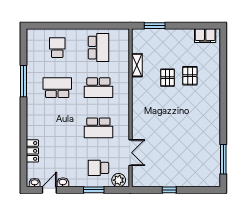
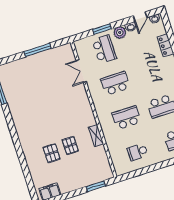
school desk: (98, 48) -> (138, 152), width x0.54
shelving: (137, 65) -> (96, 136), moved
school desk: (98, 168) -> (104, 49), width x1.85
plant: (119, 180) -> (120, 33), moved
window: (169, 190) -> (38, 50), width x2.17

